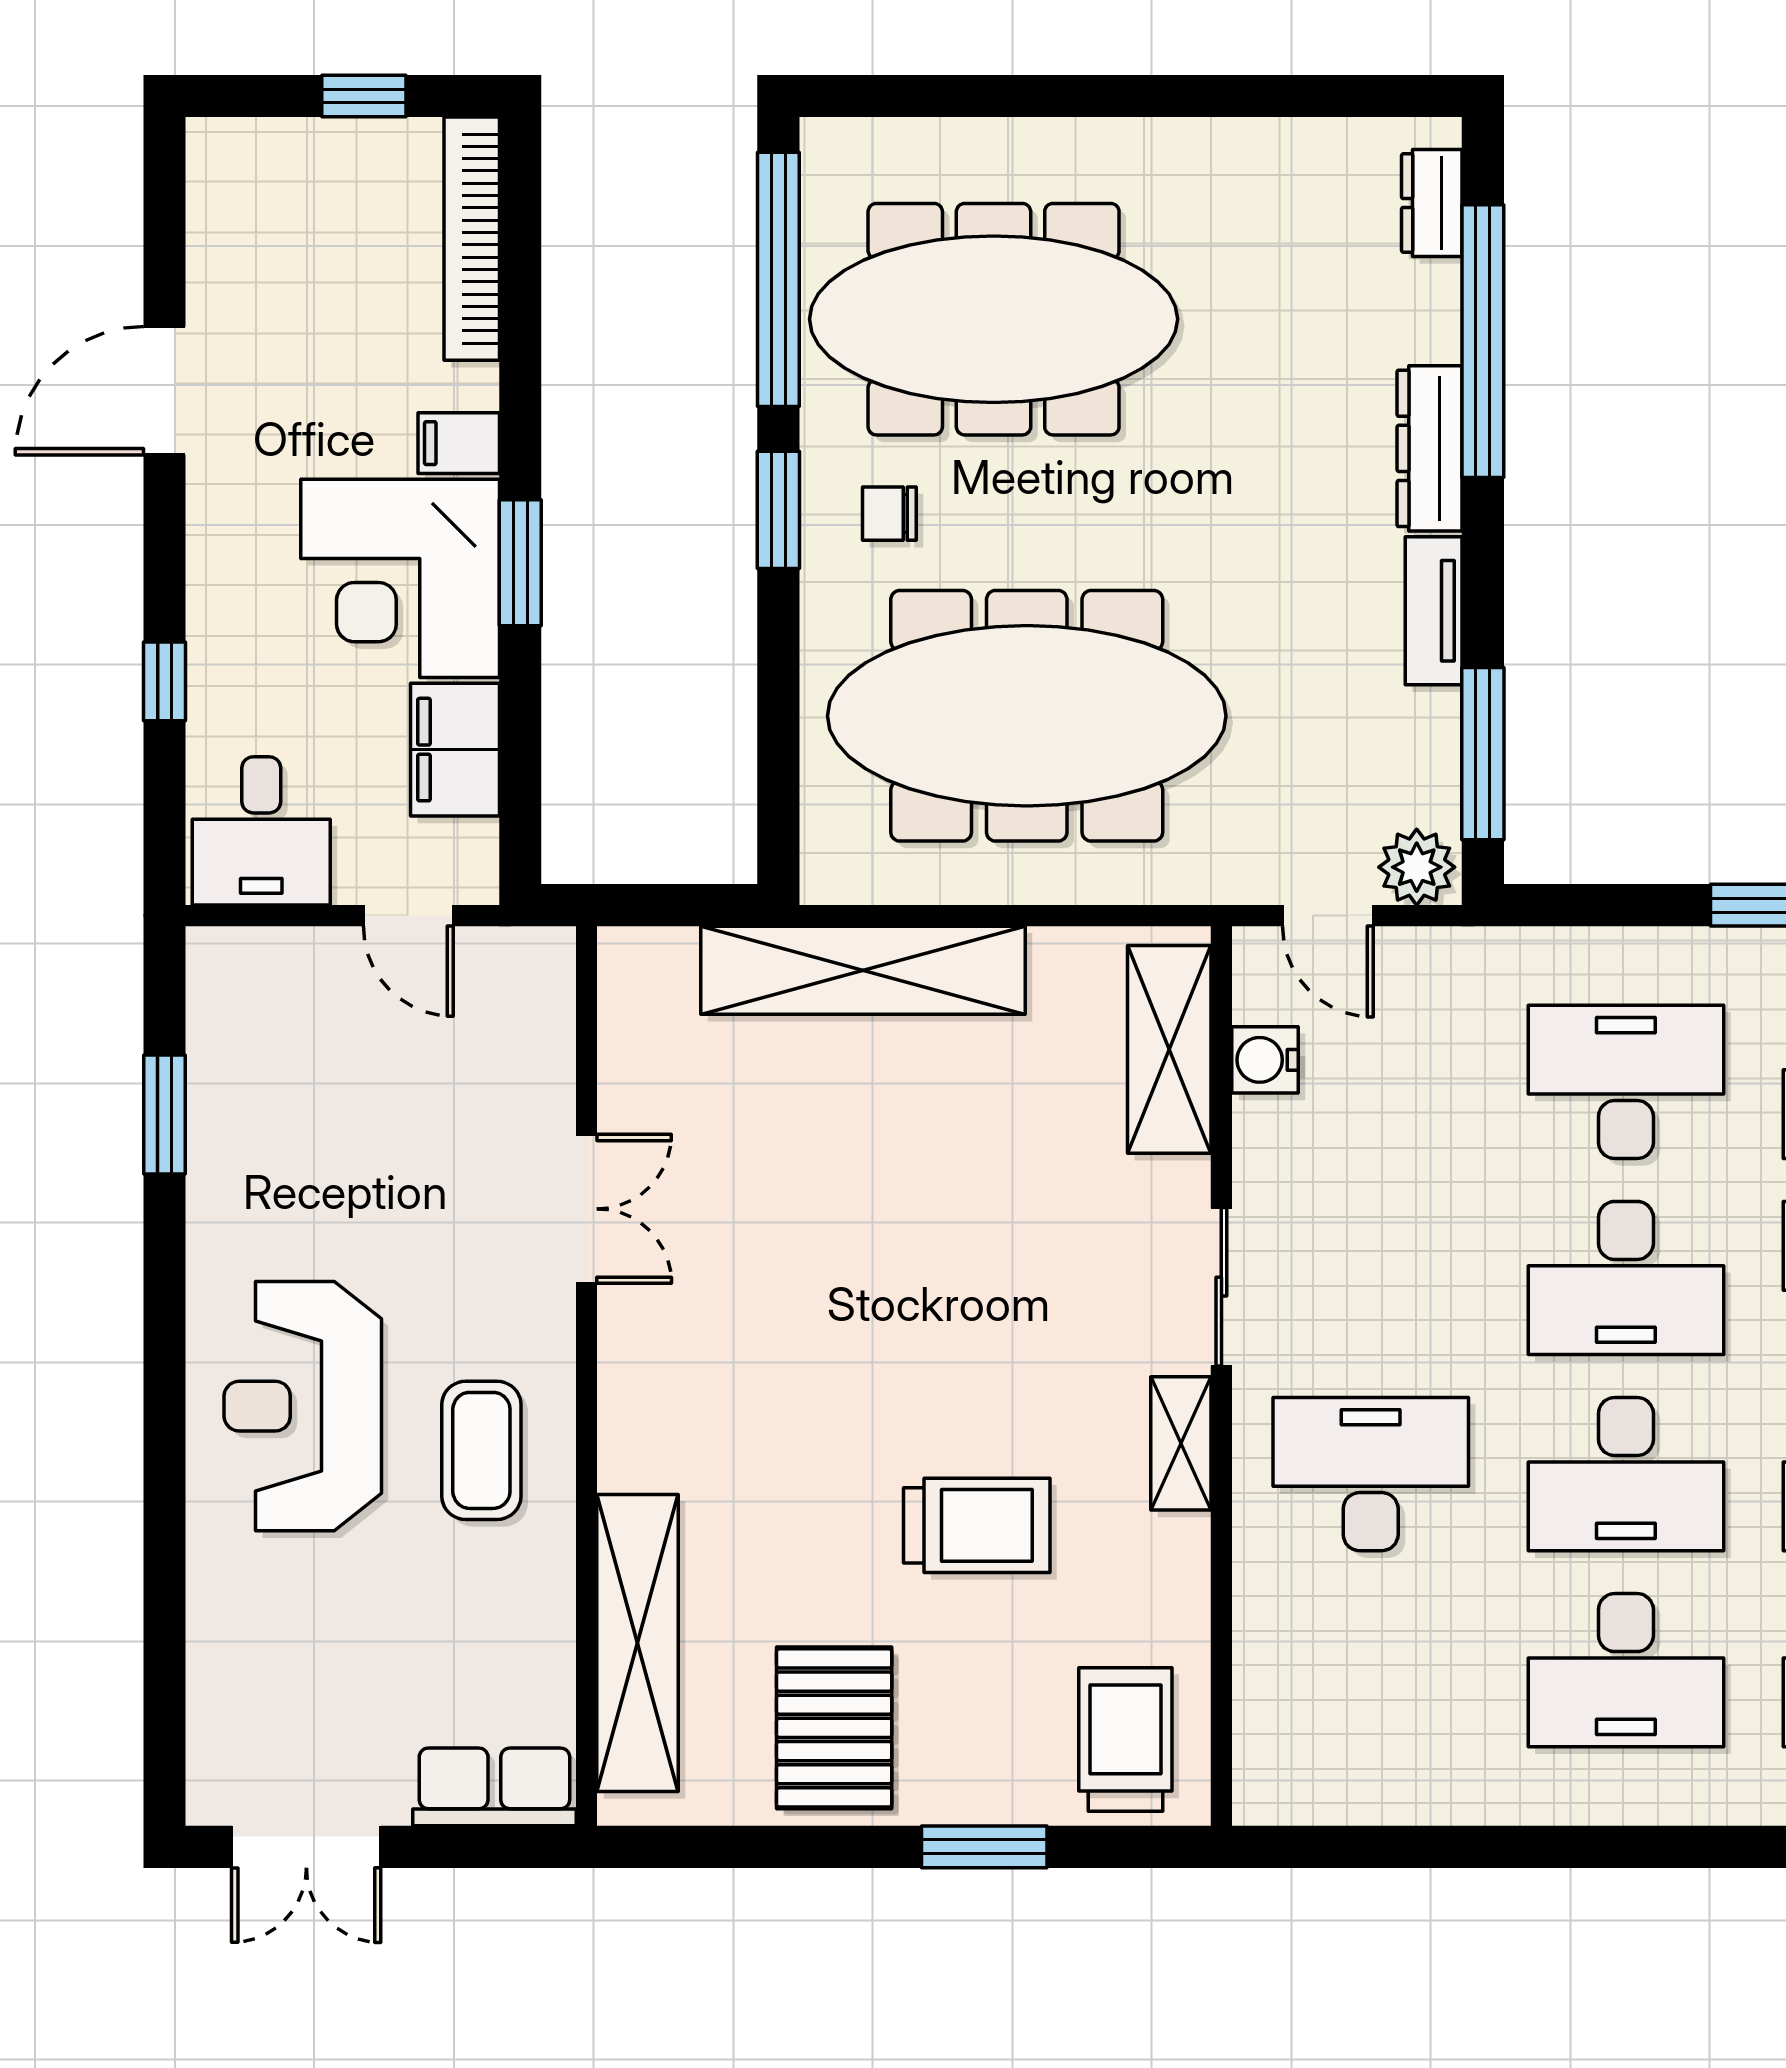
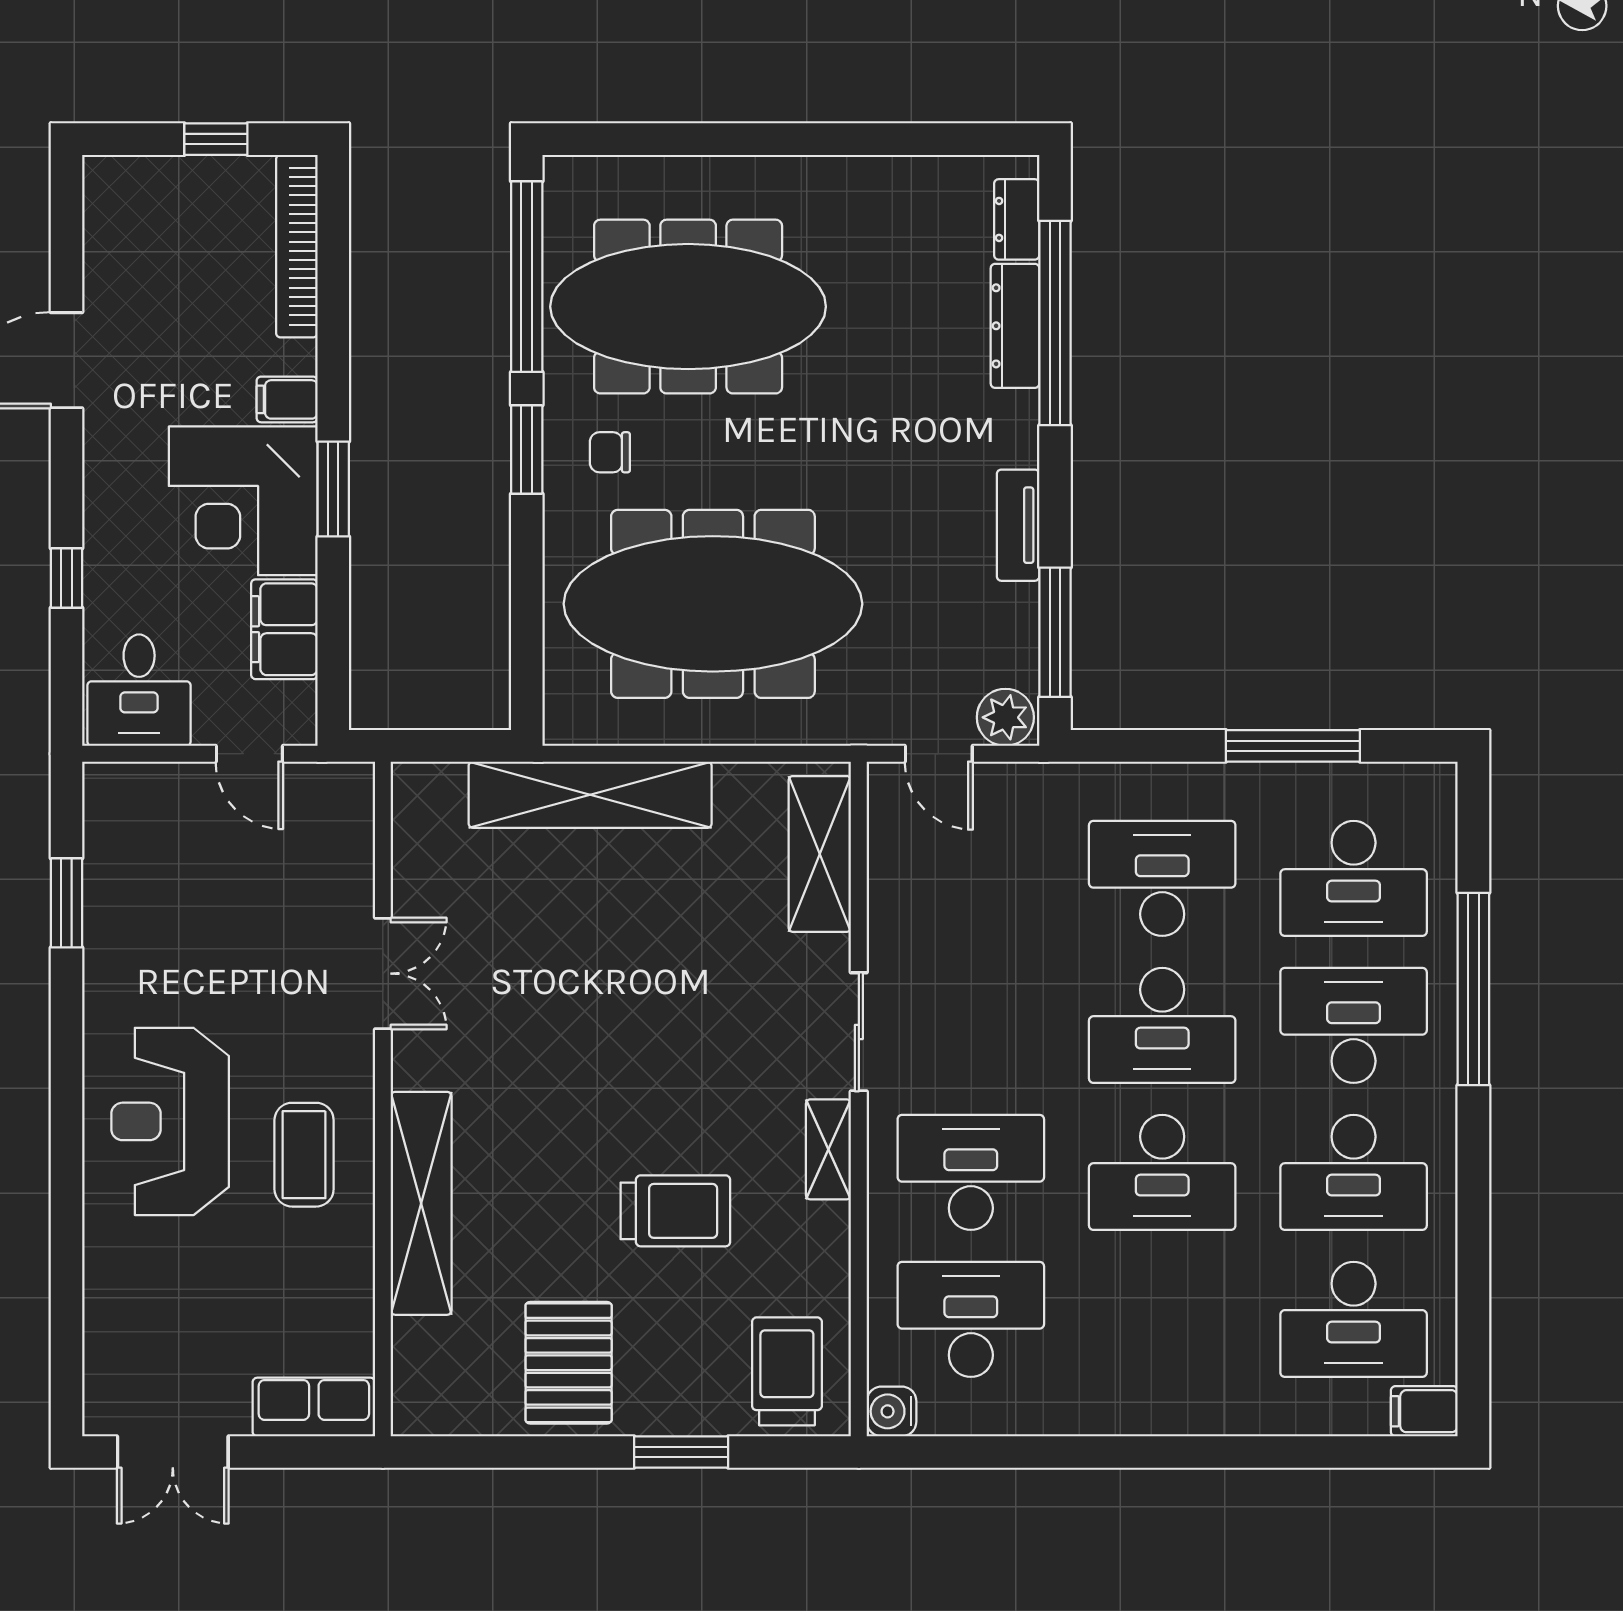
dresser: (1430, 448) -> (1015, 326), moved
water cooler: (1265, 1060) -> (892, 1411), moved
shelving: (638, 1643) -> (421, 1203), moved
desk: (1626, 1670) -> (971, 1319), moved, turned 180

